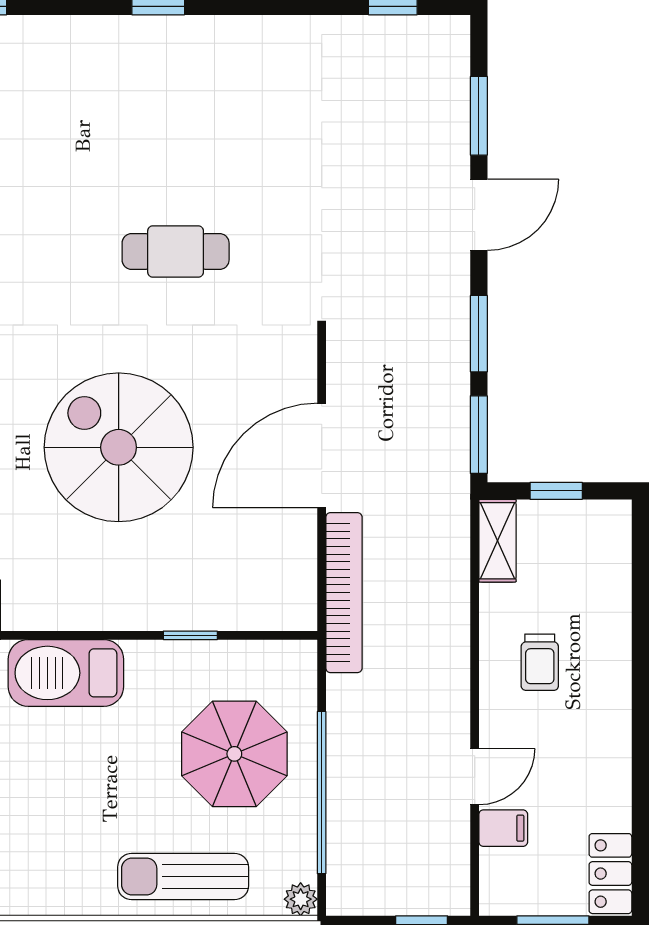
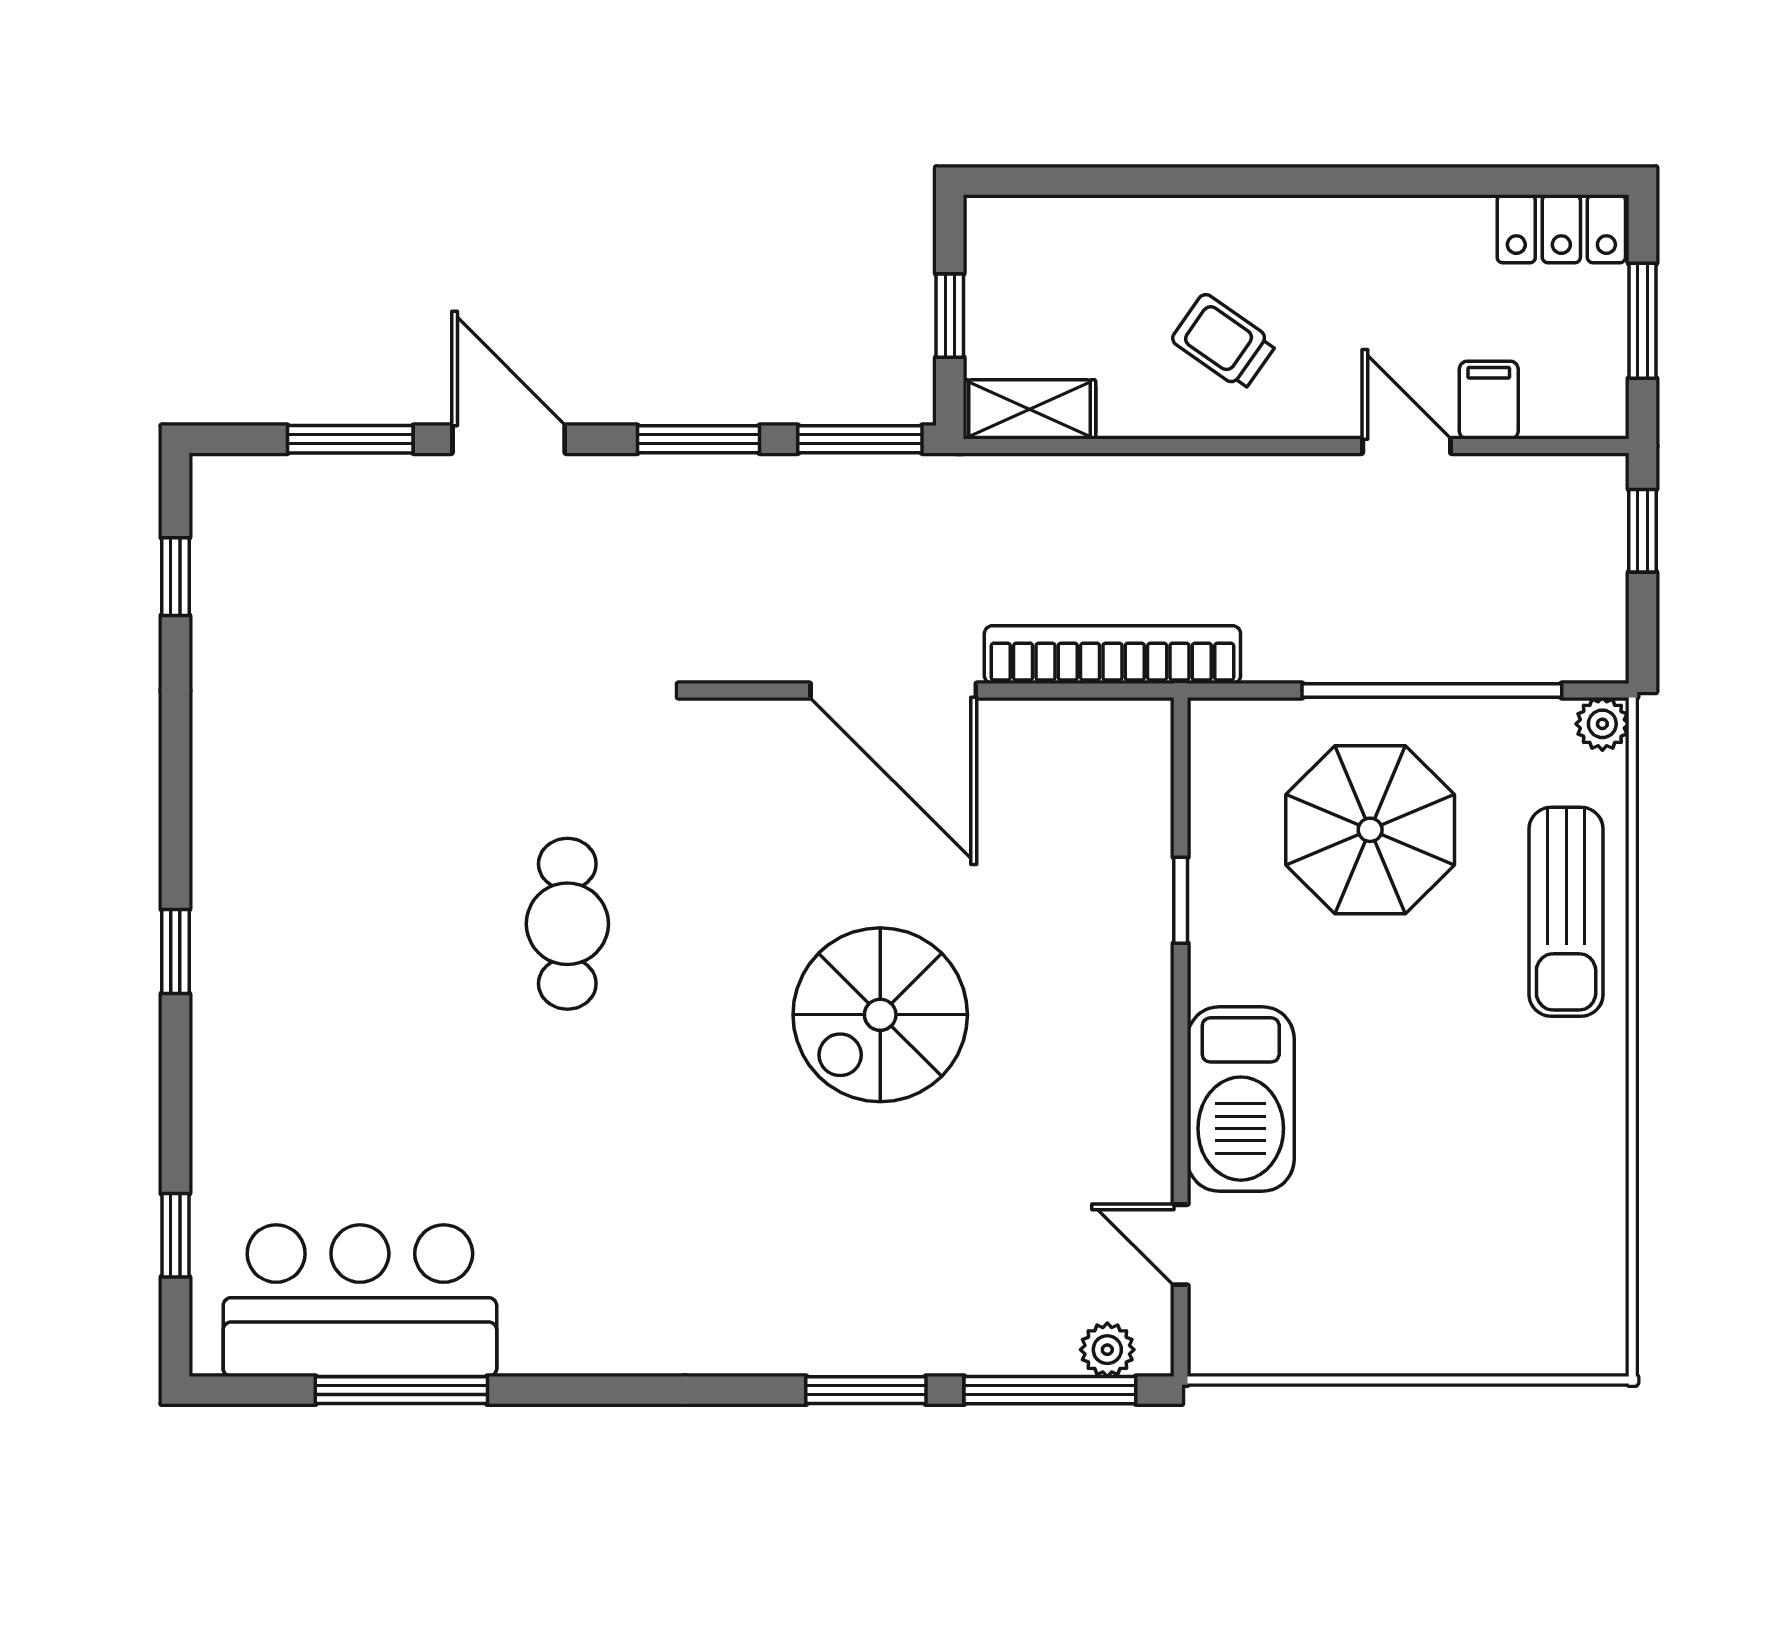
spiral stairs: (119, 447) -> (880, 1015), width x0.73, depth x0.73
trolley: (540, 662) -> (1224, 342), turned -145

